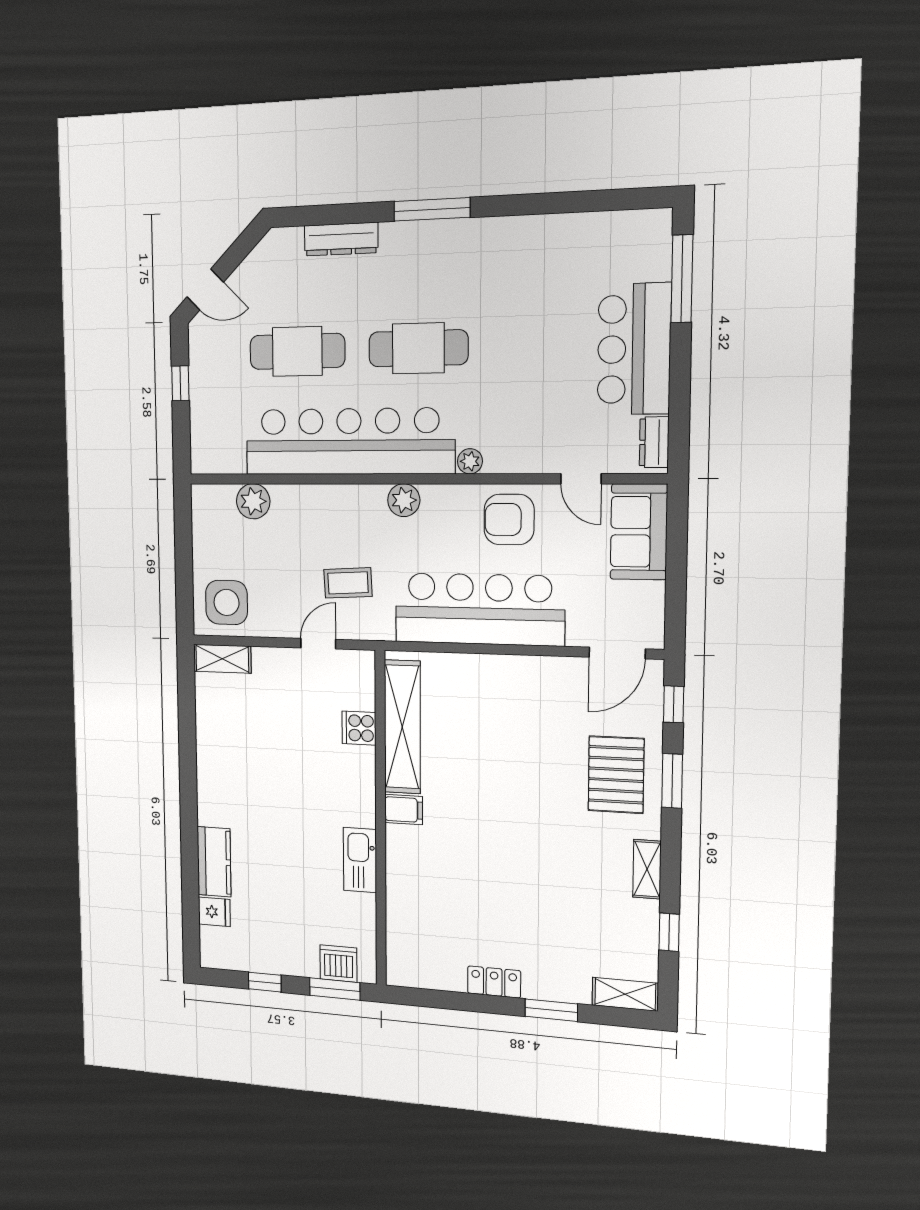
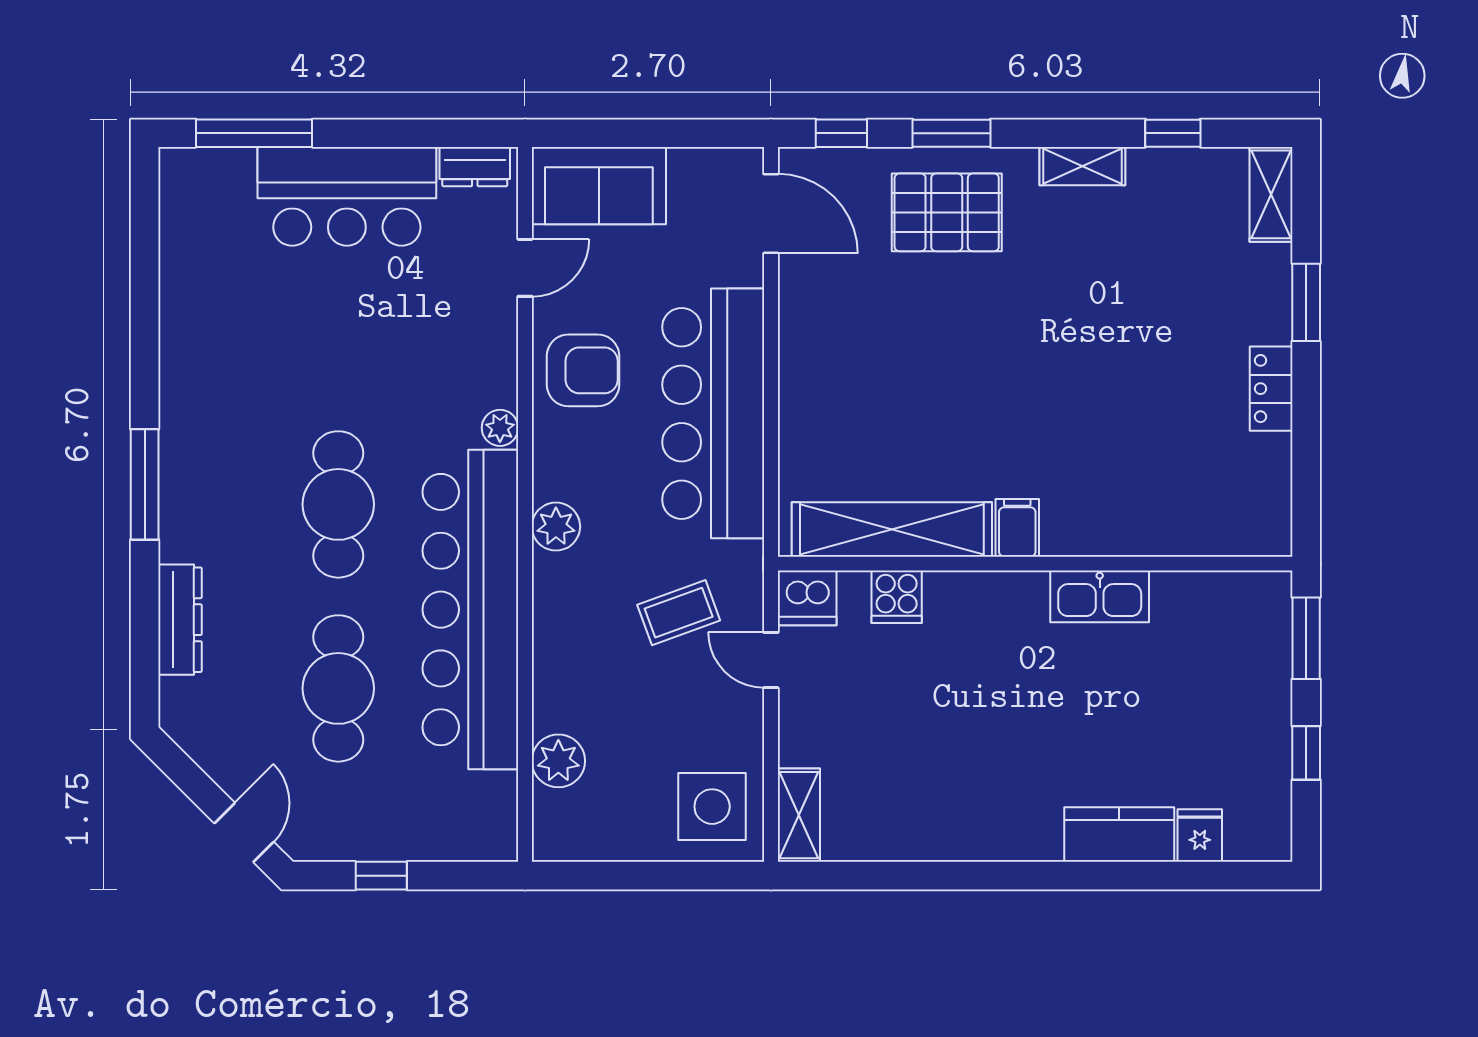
armchair: (509, 519) -> (583, 370), turned -90
coffee table: (348, 583) -> (679, 613), turned 73
dishwasher: (338, 964) -> (807, 598), moved, turned -90

